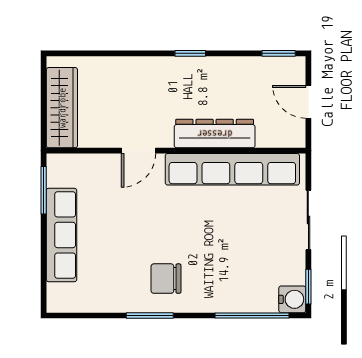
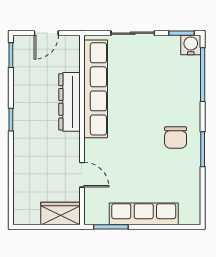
wardrobe: (62, 108) -> (60, 214), width x0.67
door: (138, 151) -> (82, 175), moved

